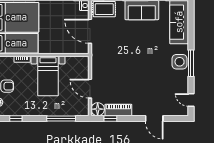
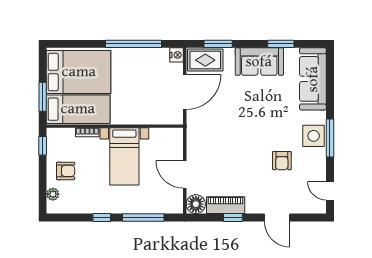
door: (90, 31) -> (185, 92), swing flipped
armchair: (158, 79) -> (282, 161), added
window: (16, 119) -> (102, 217), moved
window: (110, 119) -> (233, 217), moved

